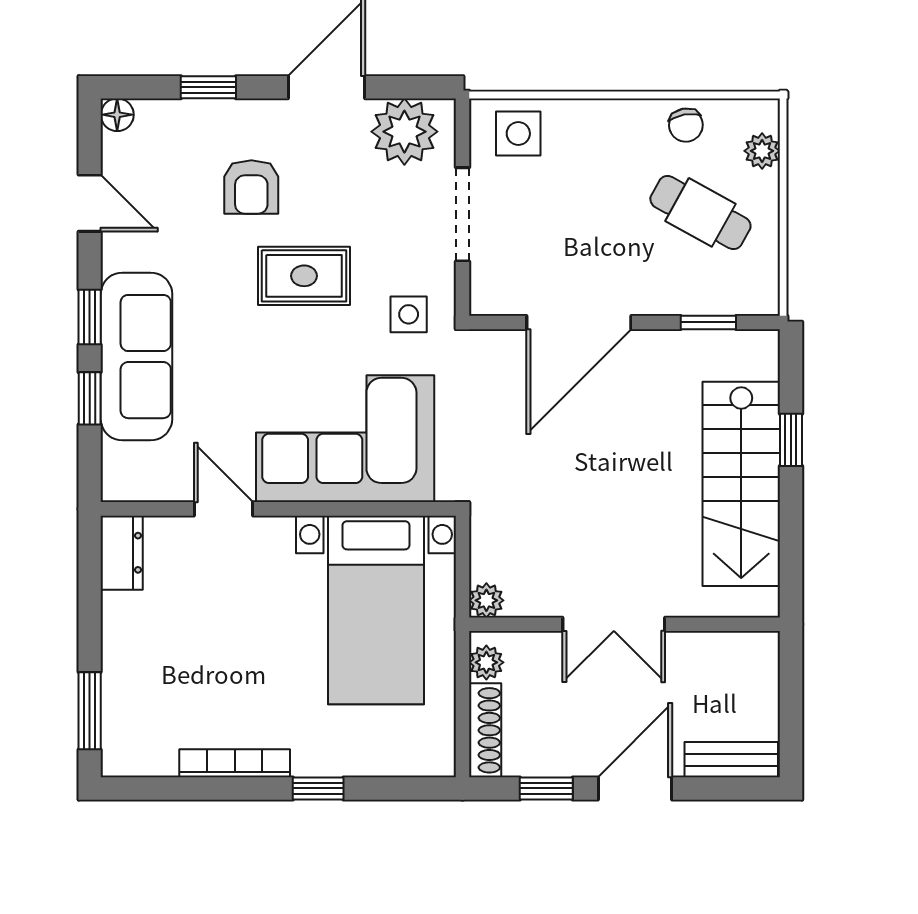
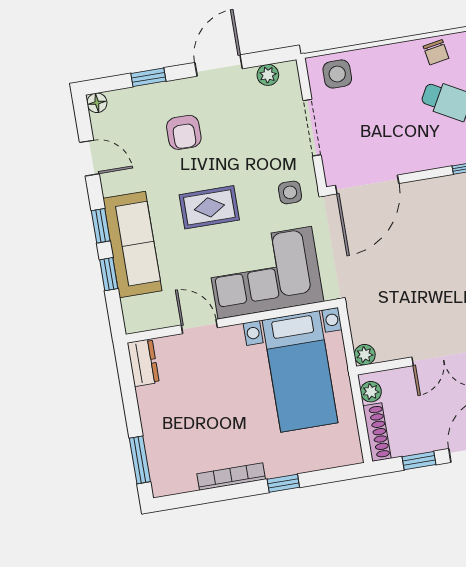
plant: (404, 132) -> (268, 75), width x0.53, depth x0.53
rug: (304, 276) -> (209, 207), moved
door: (579, 322) -> (367, 184), moved

